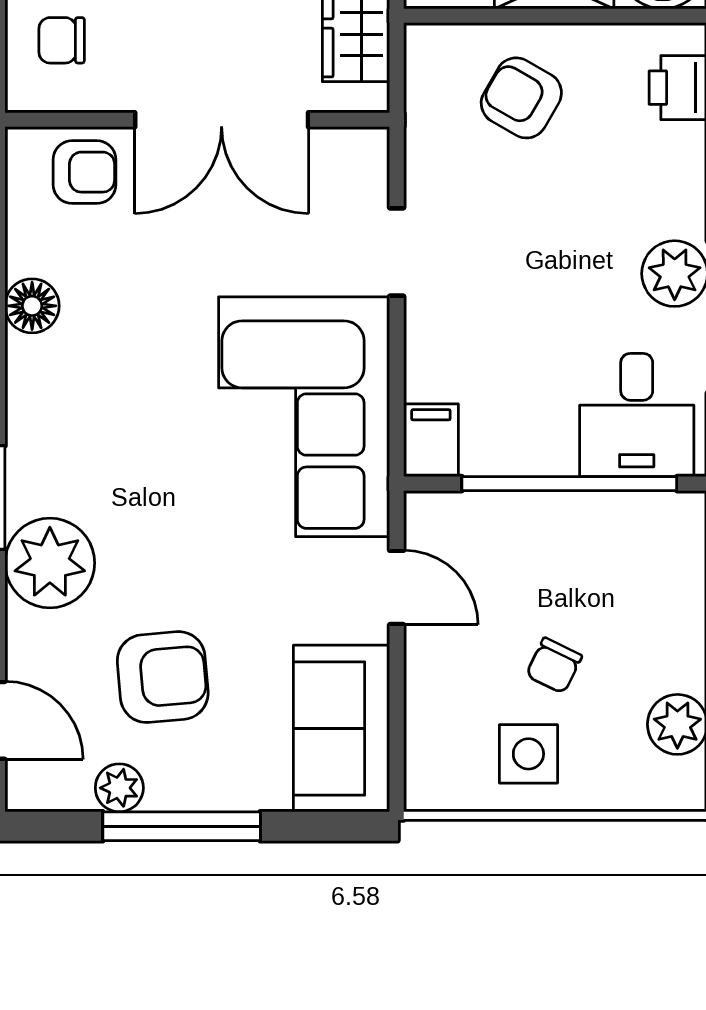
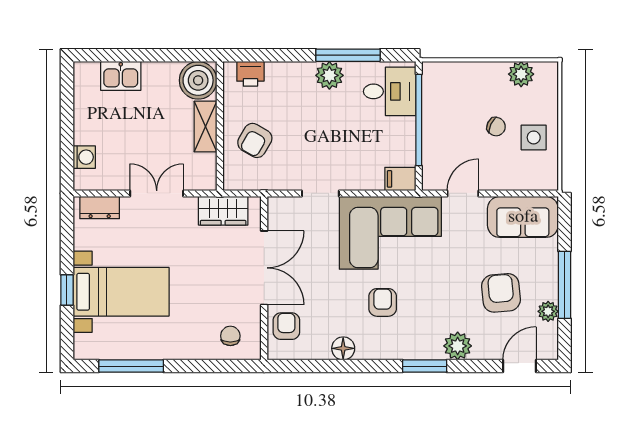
chair: (62, 40) -> (230, 336), turned 180
armchair: (140, 399) -> (383, 302), added
plant: (50, 563) -> (458, 346), width x0.73, depth x0.73

